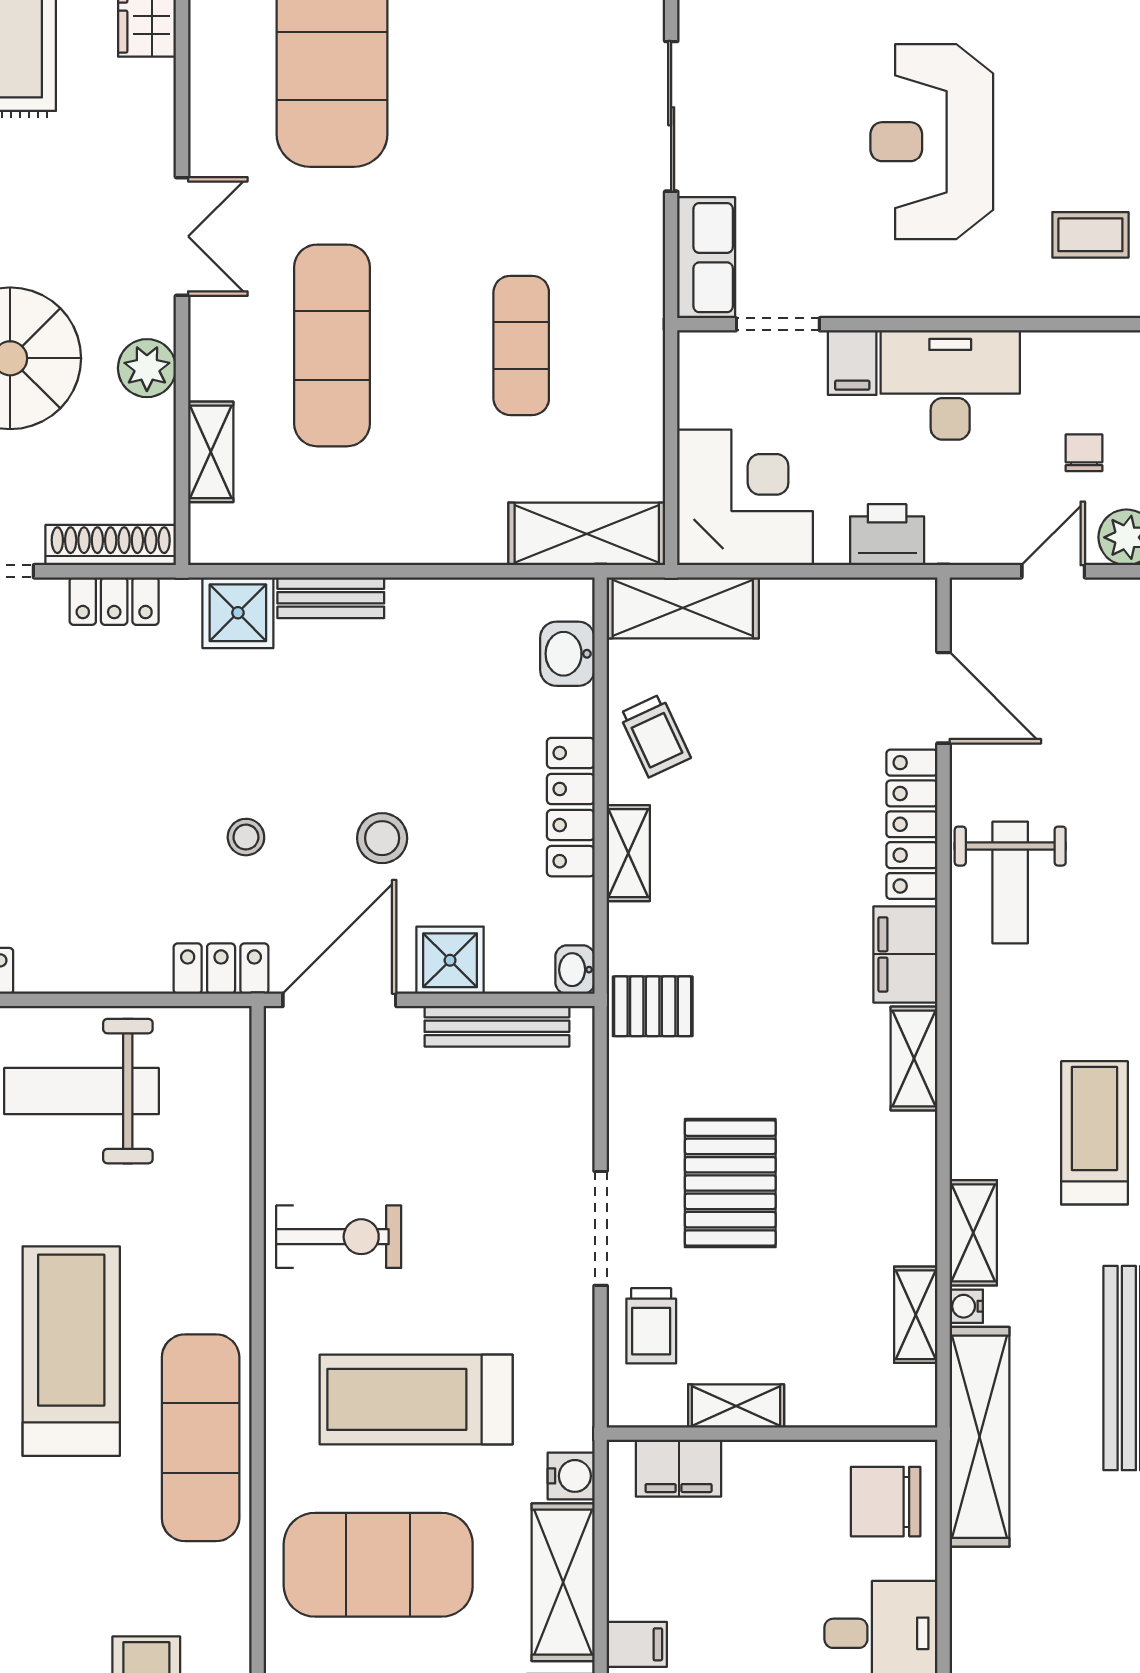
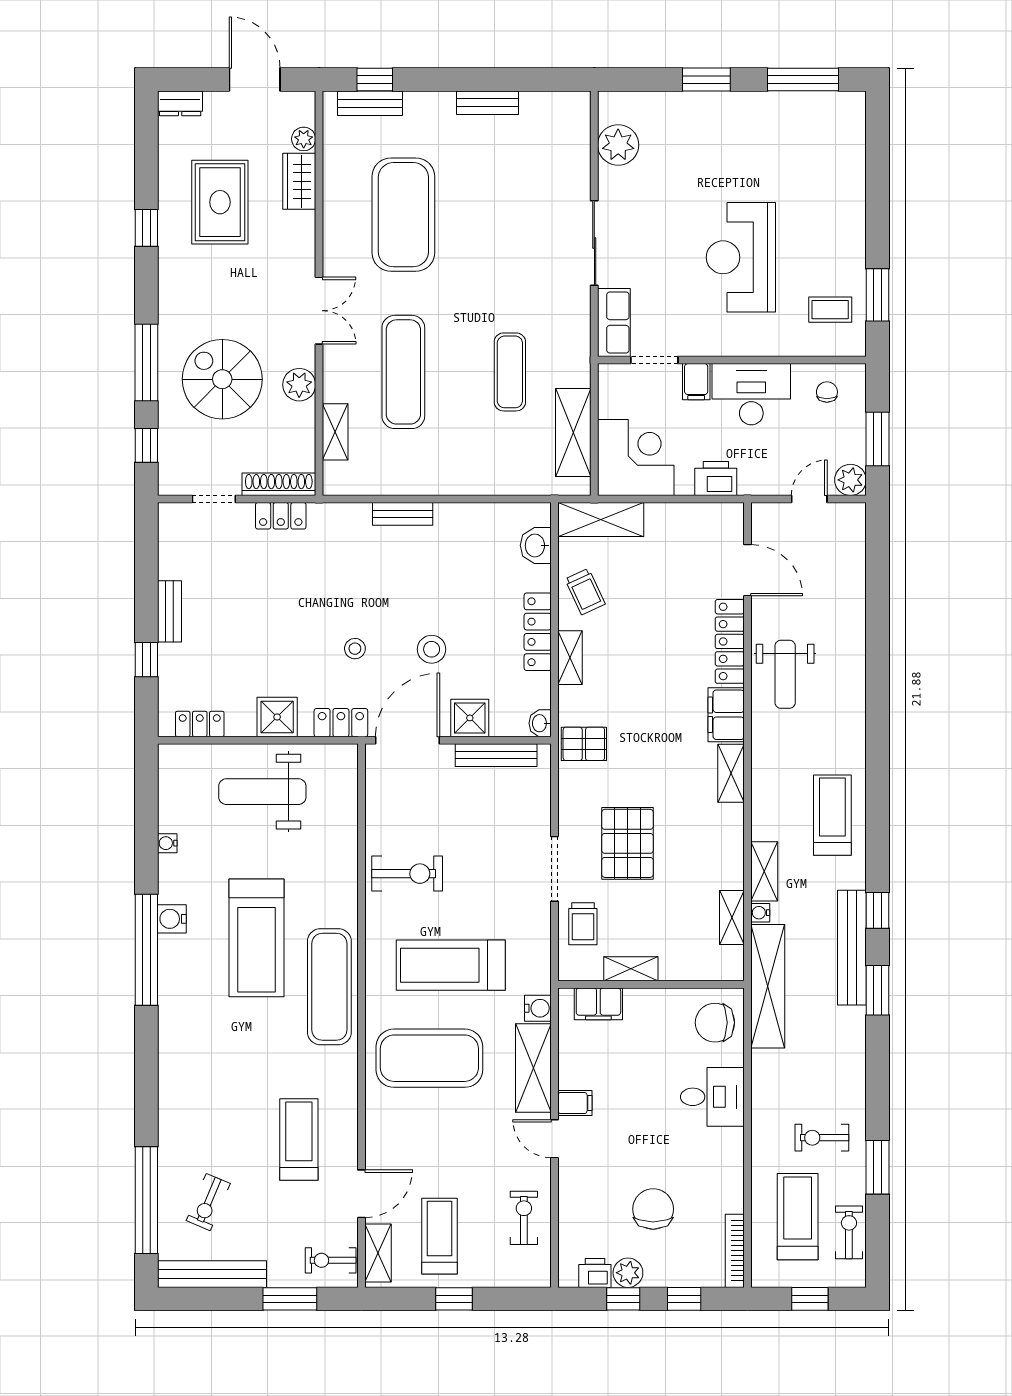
chair: (1084, 453) -> (827, 392), moved
shelving: (587, 534) -> (573, 433), moved, turned 90
shower: (238, 613) -> (277, 717), moved
treadmill: (71, 1351) -> (257, 938), turned 180

